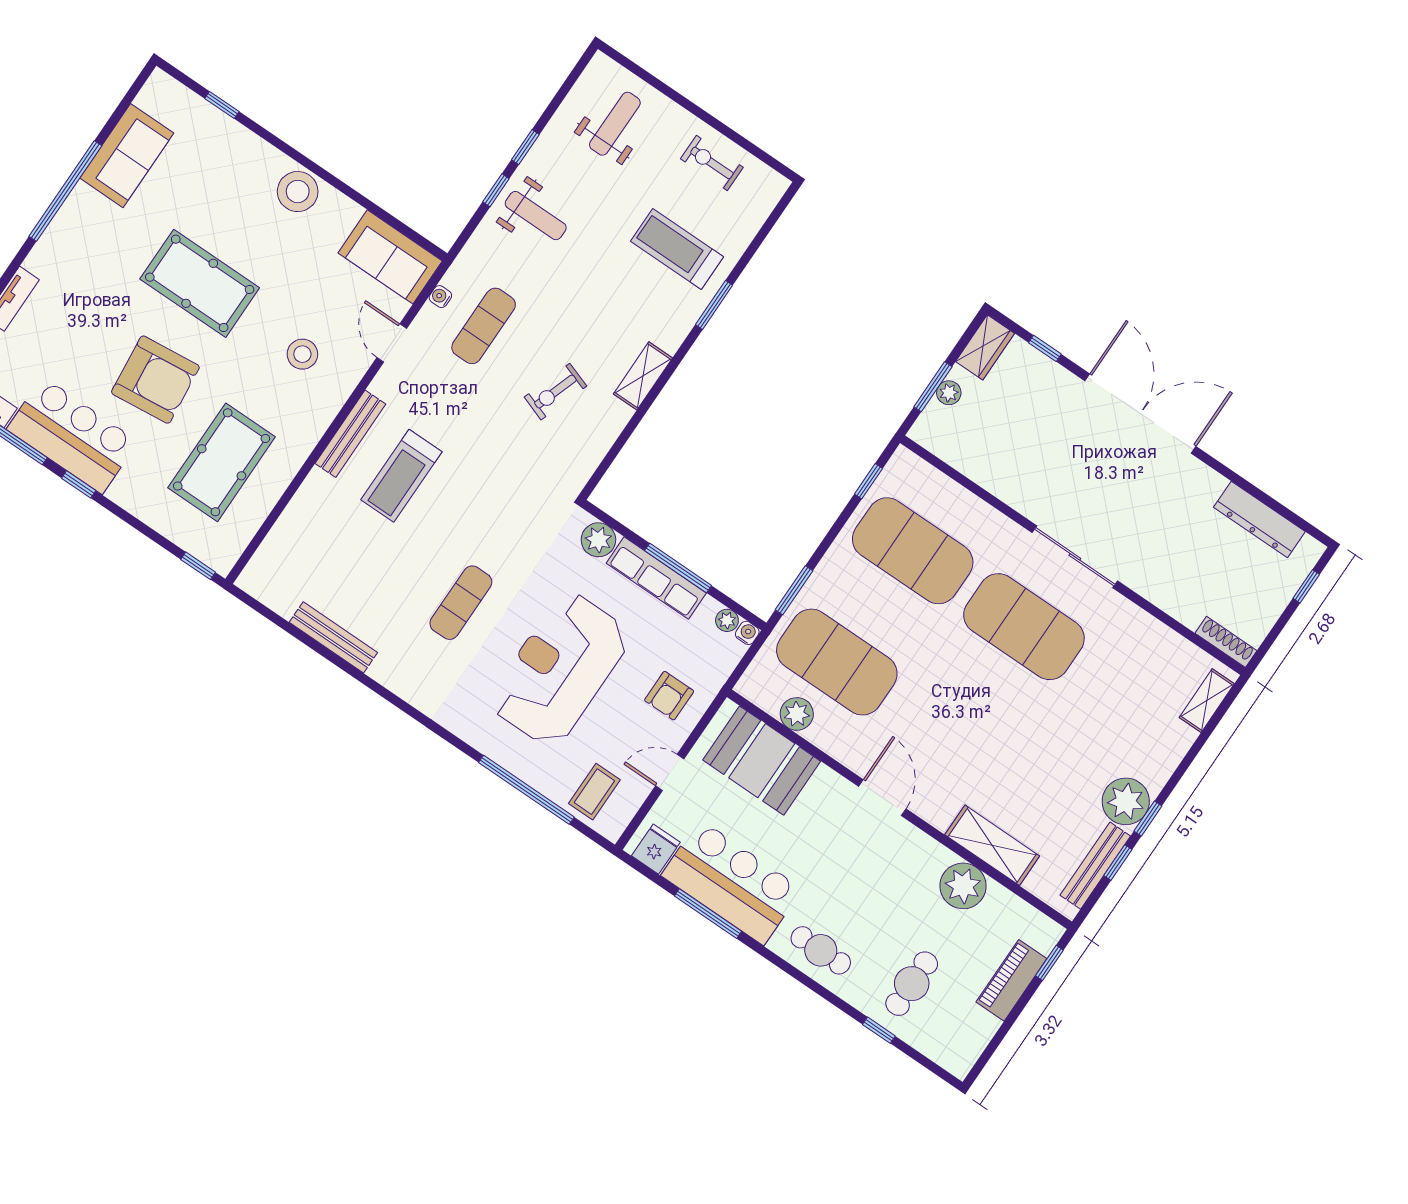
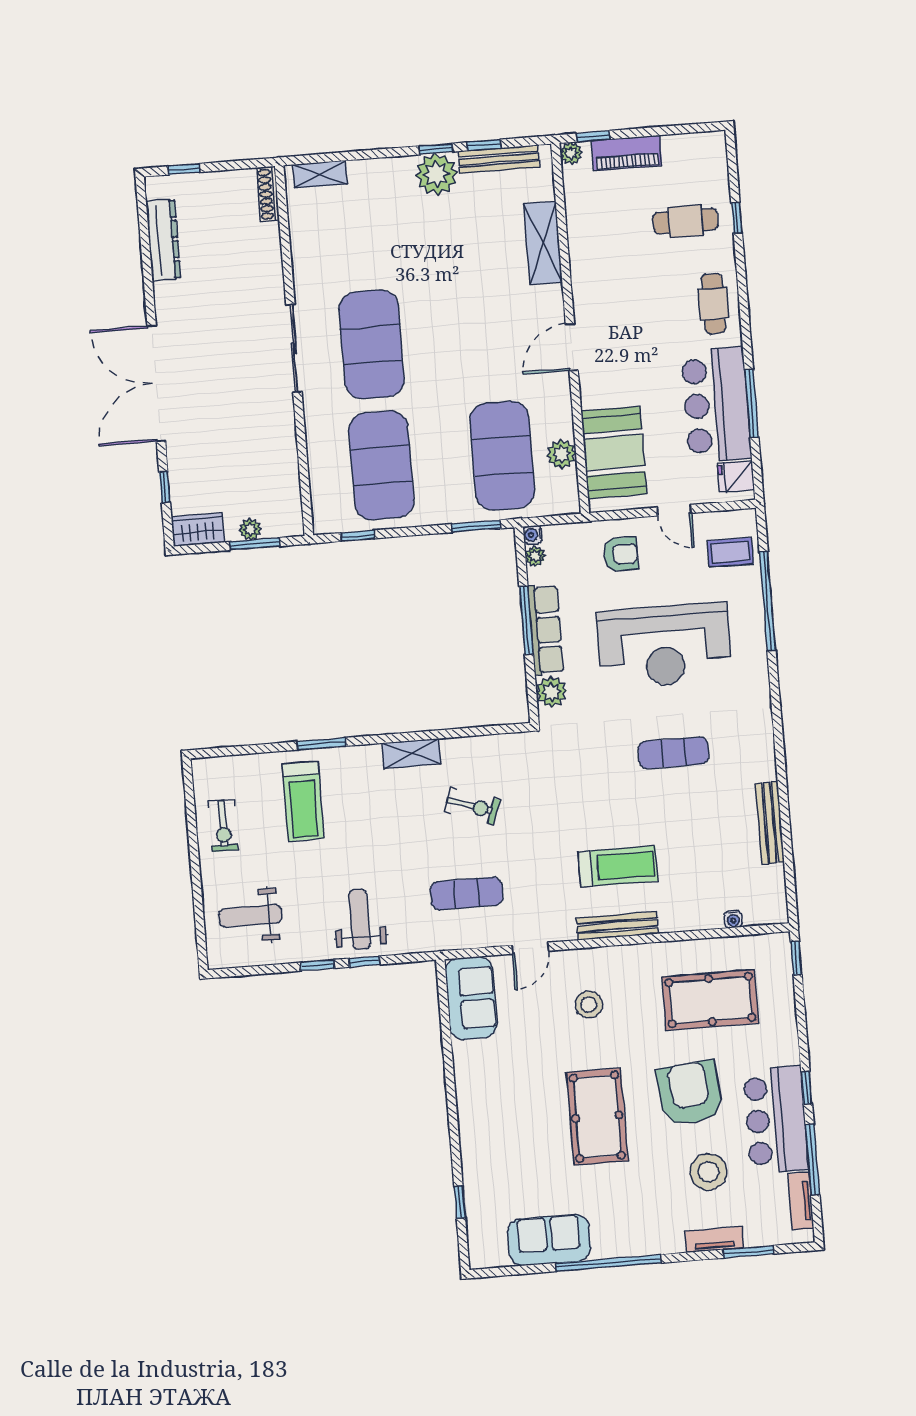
stool: (298, 192) -> (708, 1172), moved
water cooler: (440, 297) -> (733, 919), moved
plant: (963, 886) -> (571, 153), moved, width x0.53, depth x0.53

